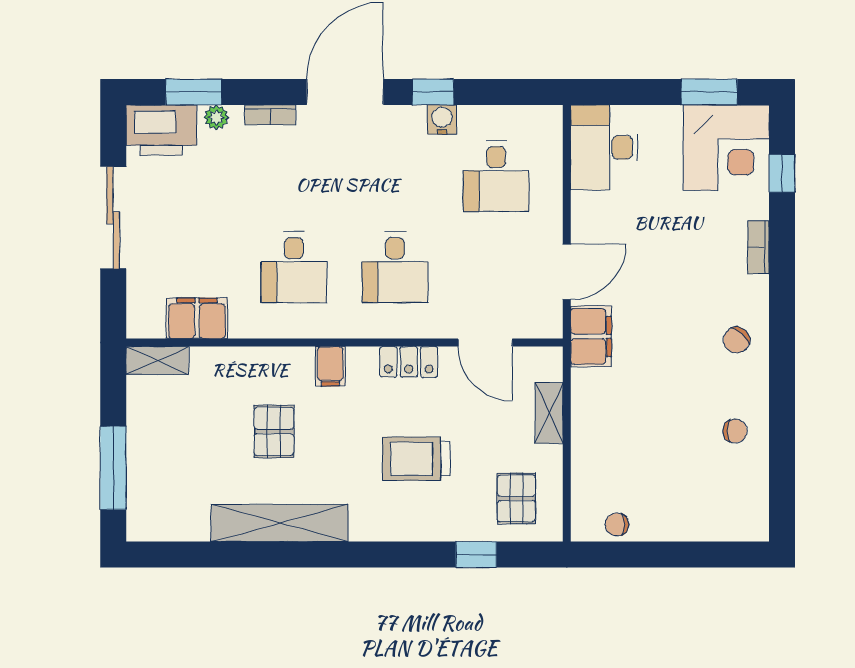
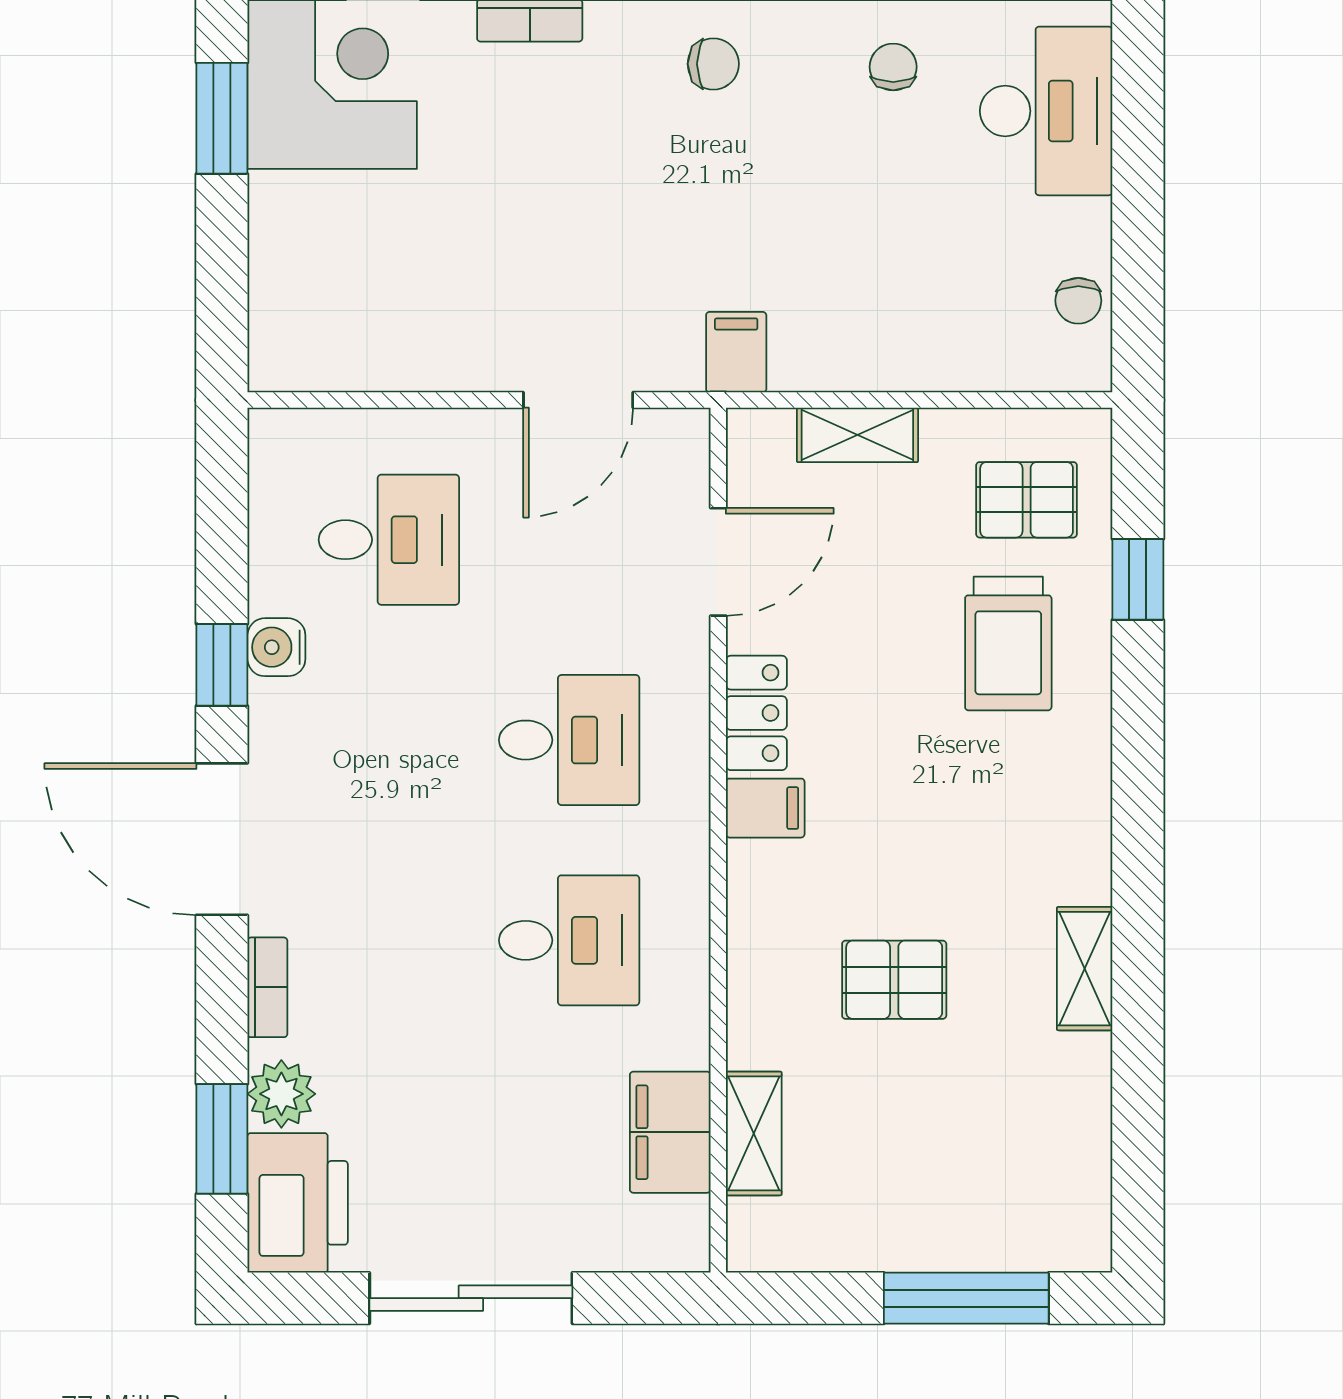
plant: (216, 117) -> (281, 1094), width x1.38, depth x1.38
desk: (604, 147) -> (1046, 111), moved, turned -90
door: (567, 272) -> (578, 400), swing flipped
filing cabinet: (591, 336) -> (736, 352), width x0.50
chair: (736, 340) -> (713, 64), turned -43
shelving: (157, 361) -> (754, 1133), moved
filing cabinet: (330, 366) -> (765, 808), moved
trolley: (416, 459) -> (1008, 643), moved
shelving: (280, 523) -> (1085, 969), width x0.45, depth x0.75

